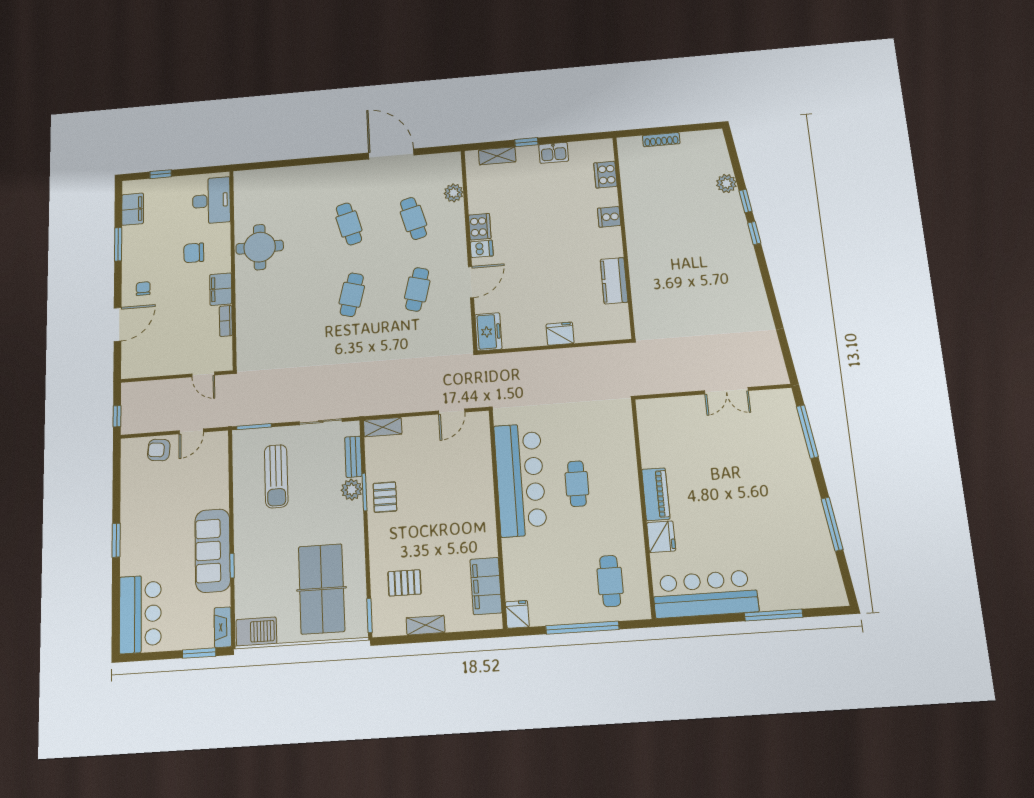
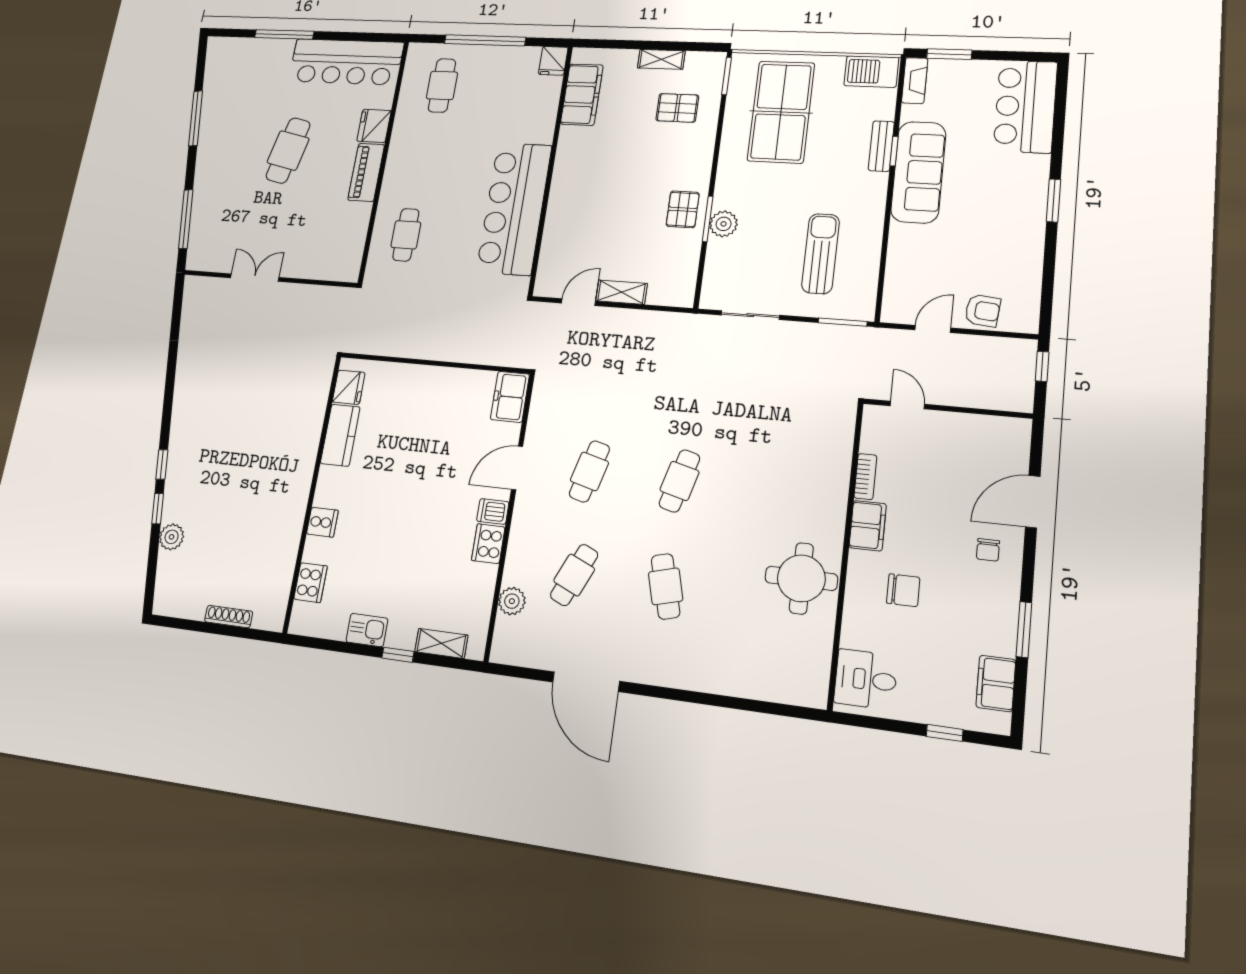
desk: (211, 201) -> (866, 679), width x0.73
cafe table: (413, 218) -> (574, 575), turned 39
fridge: (560, 334) -> (349, 387), moved, turned -90
shelving: (383, 427) -> (621, 292), moved
bench: (353, 457) -> (881, 146), moved
cafe table: (577, 484) -> (406, 235), moved
cafe table: (733, 505) -> (288, 151), added

